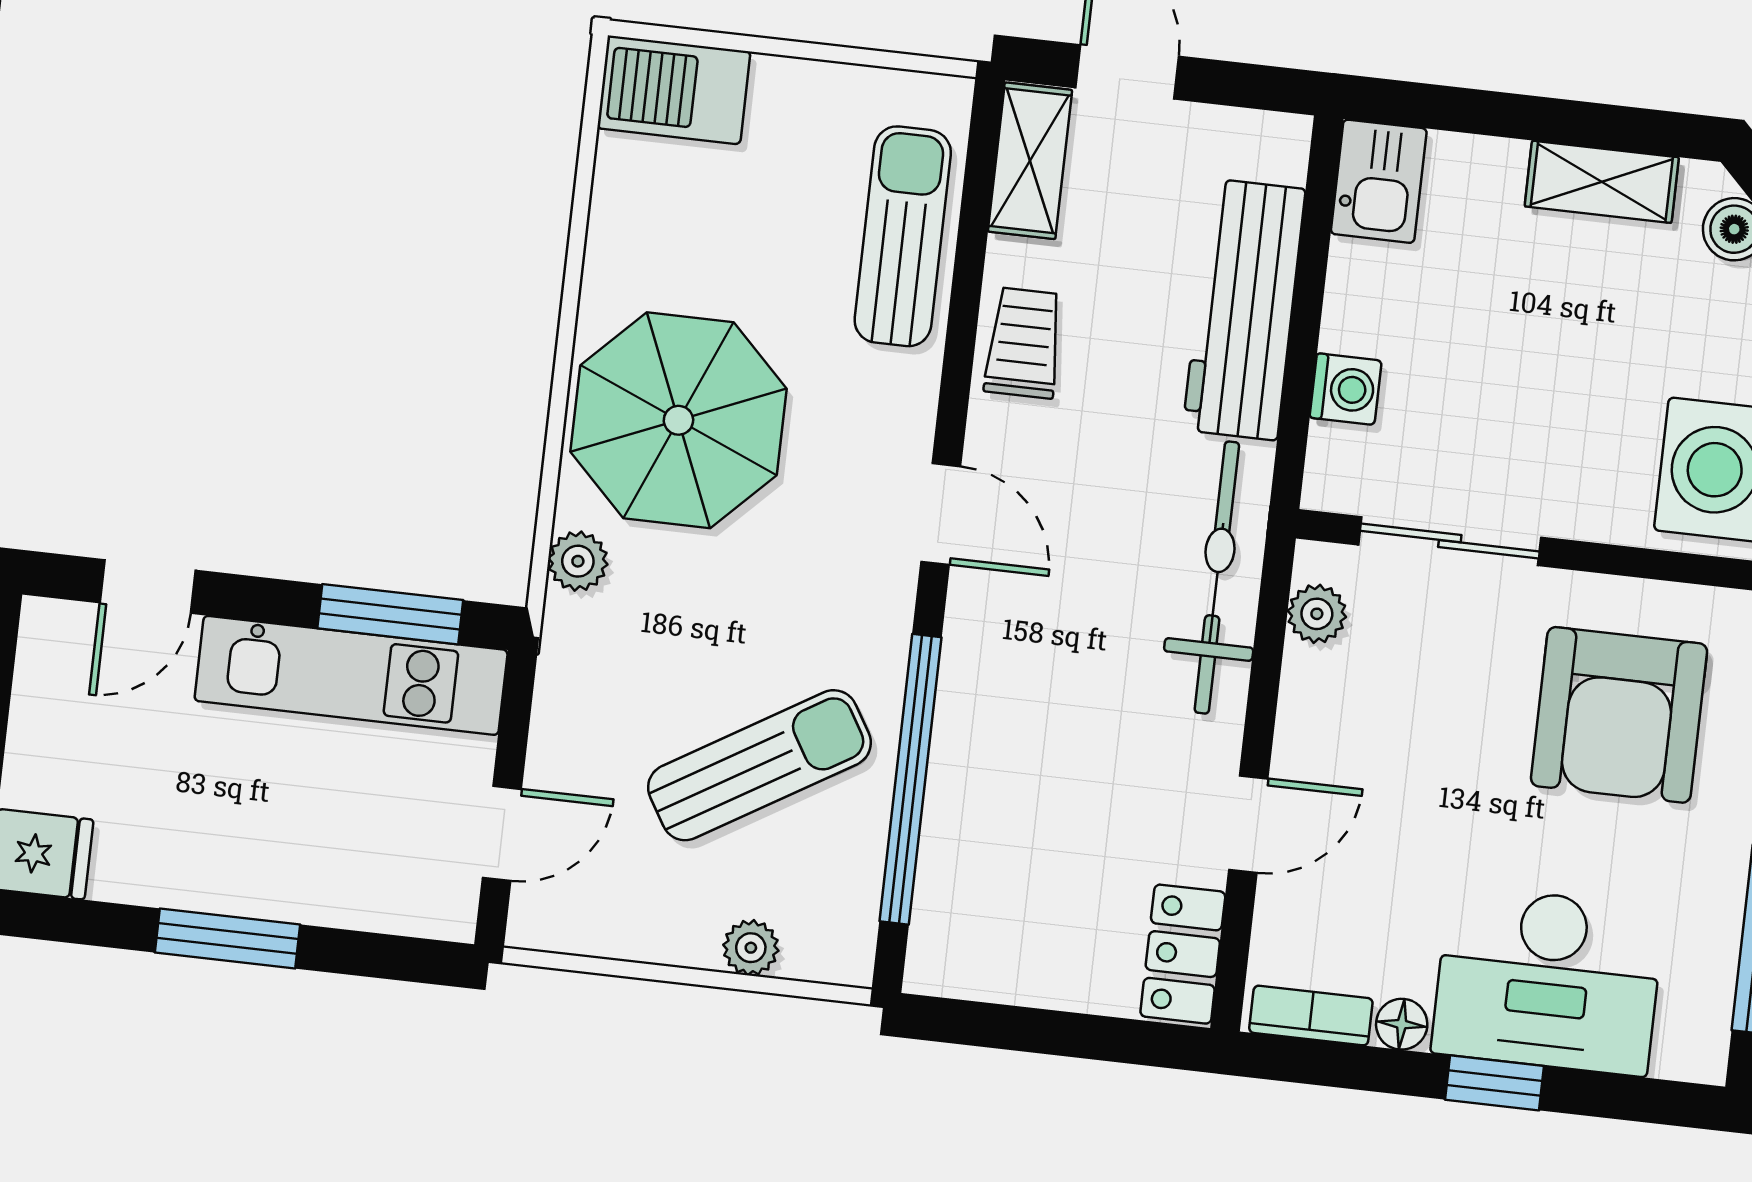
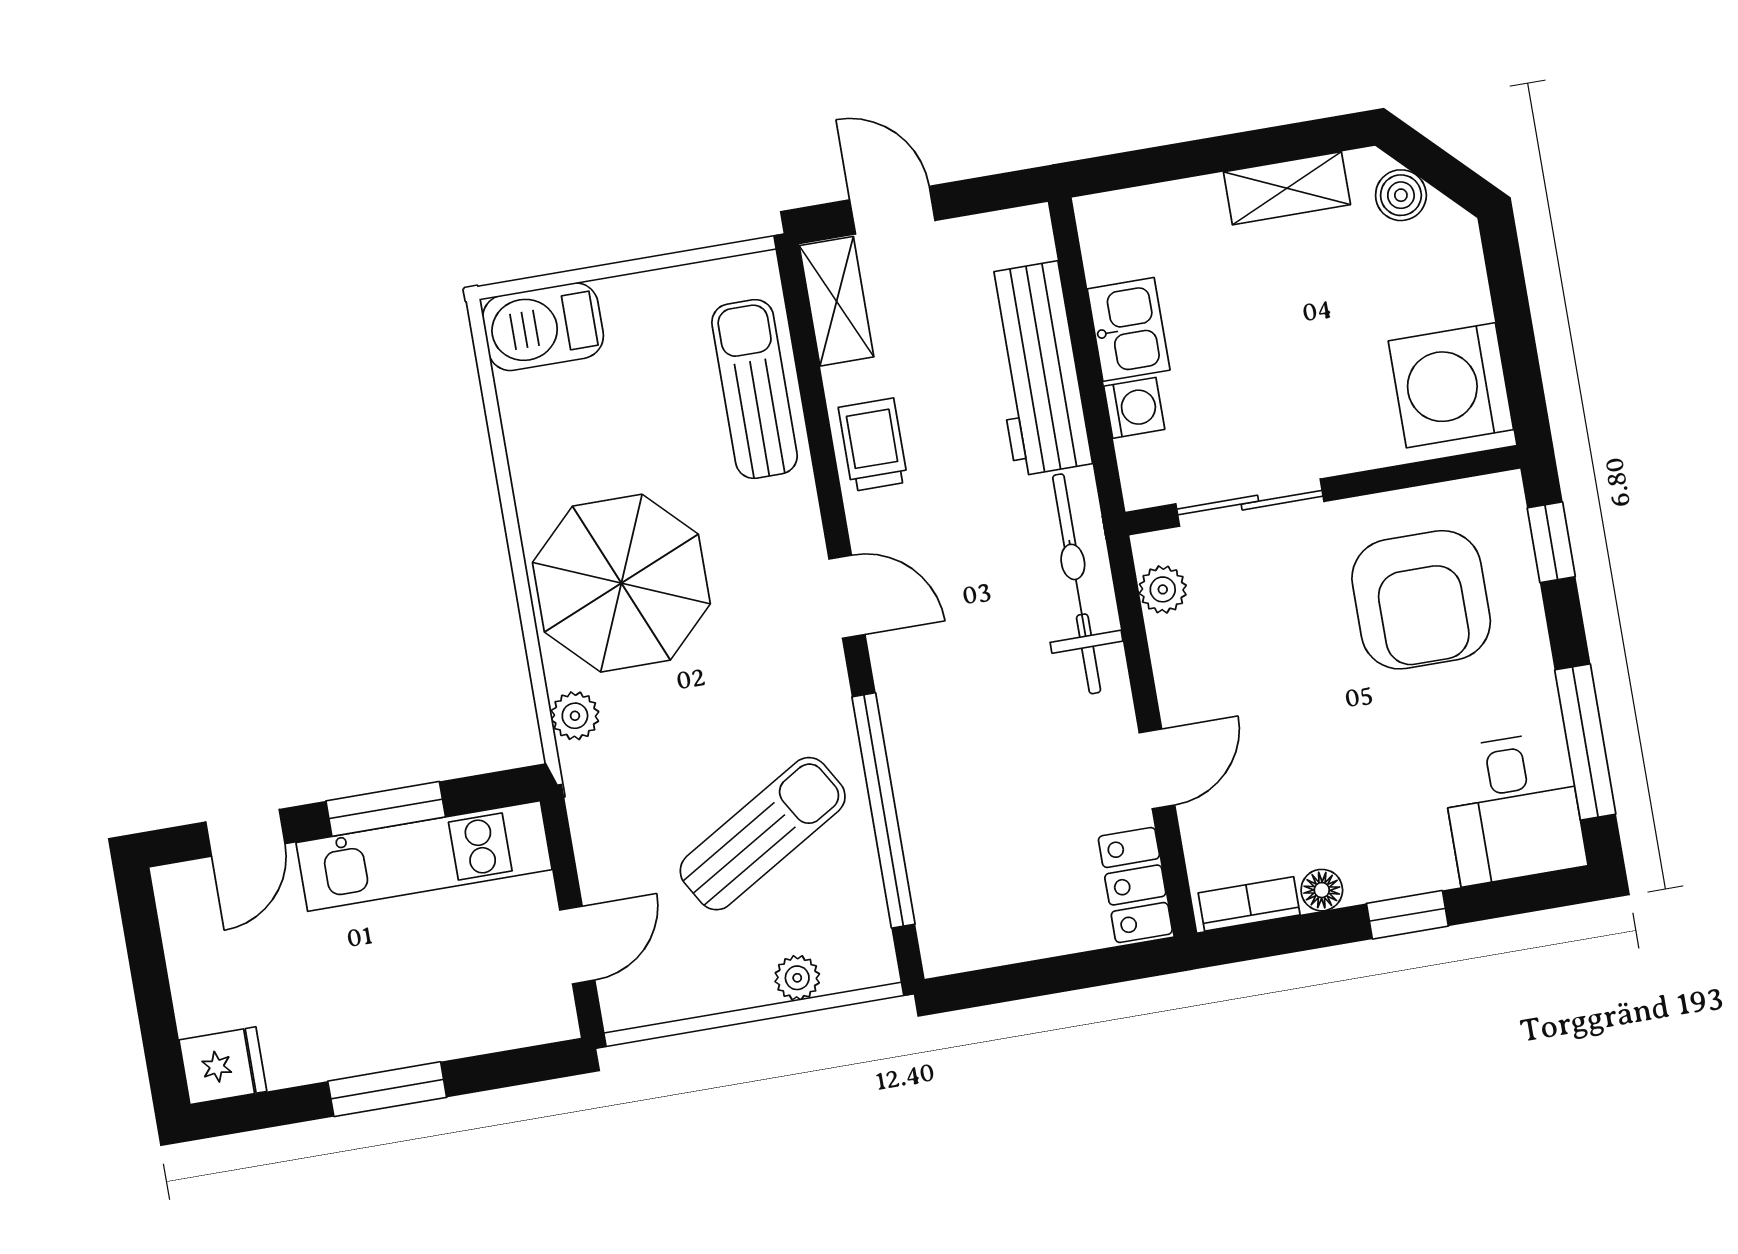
kitchen sink: (1379, 181) -> (1129, 329), moved
window: (390, 614) -> (386, 809), moved
desk: (1548, 980) -> (1513, 808), moved, width x0.73

